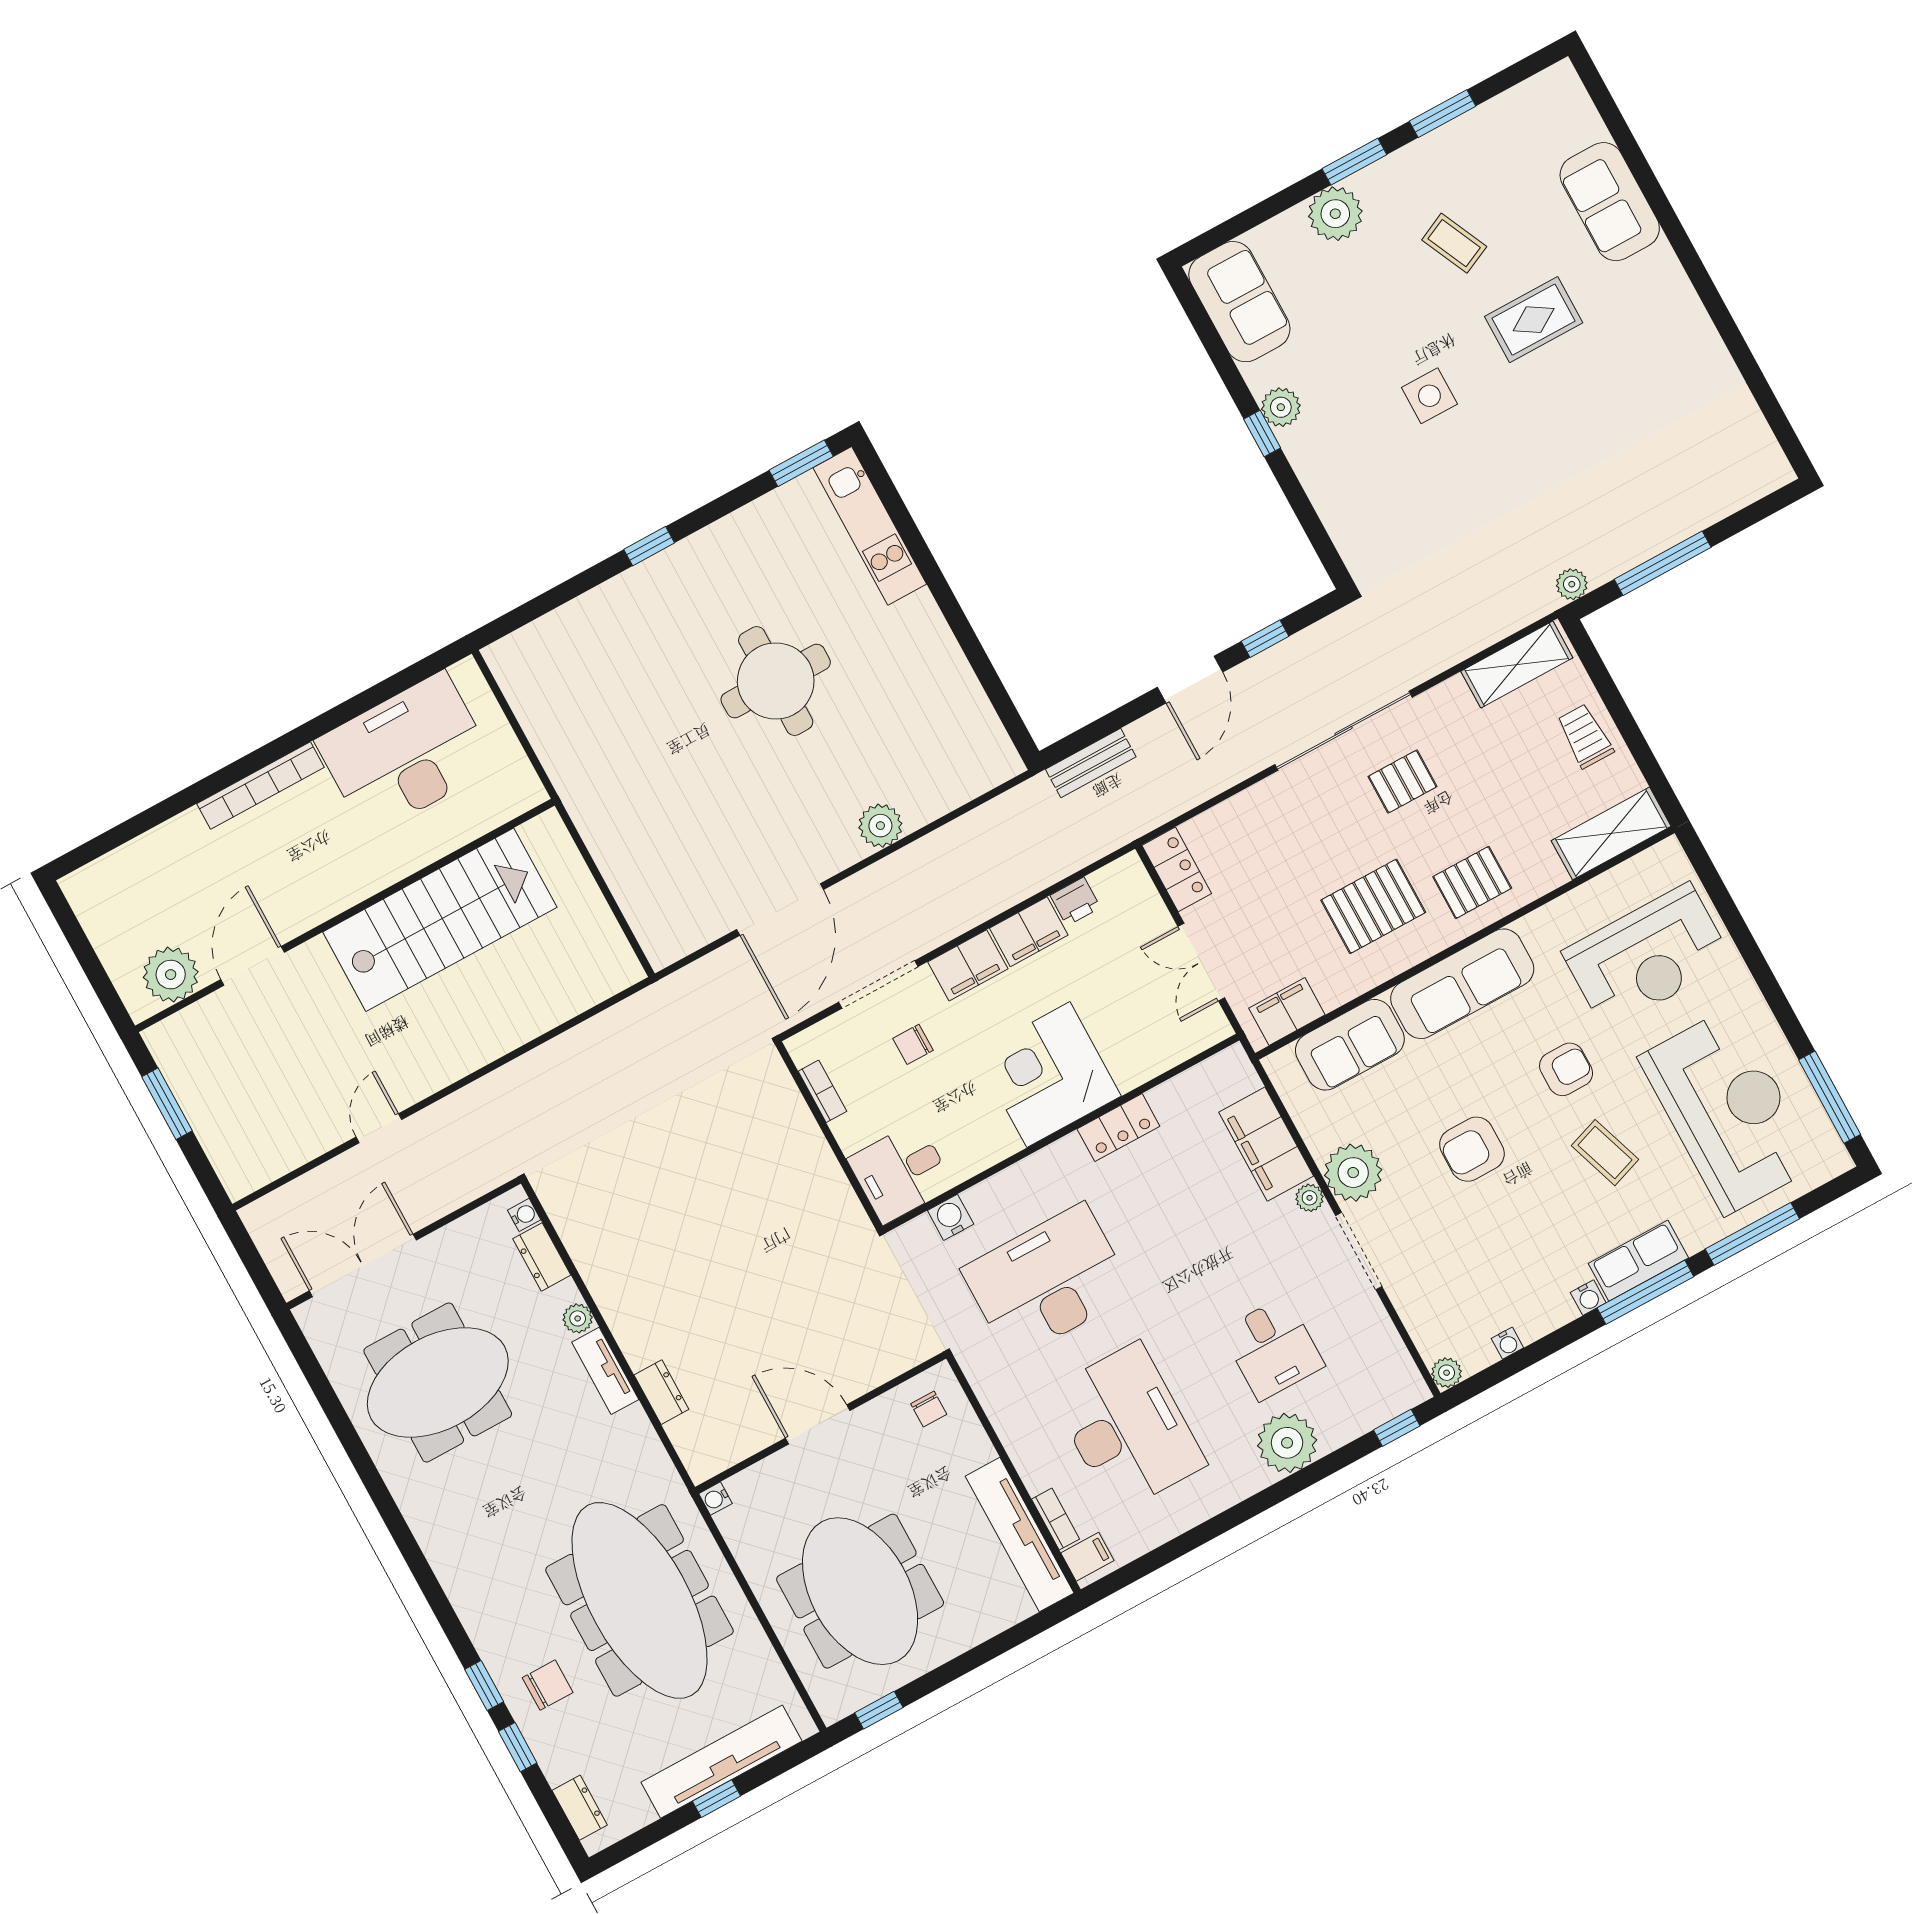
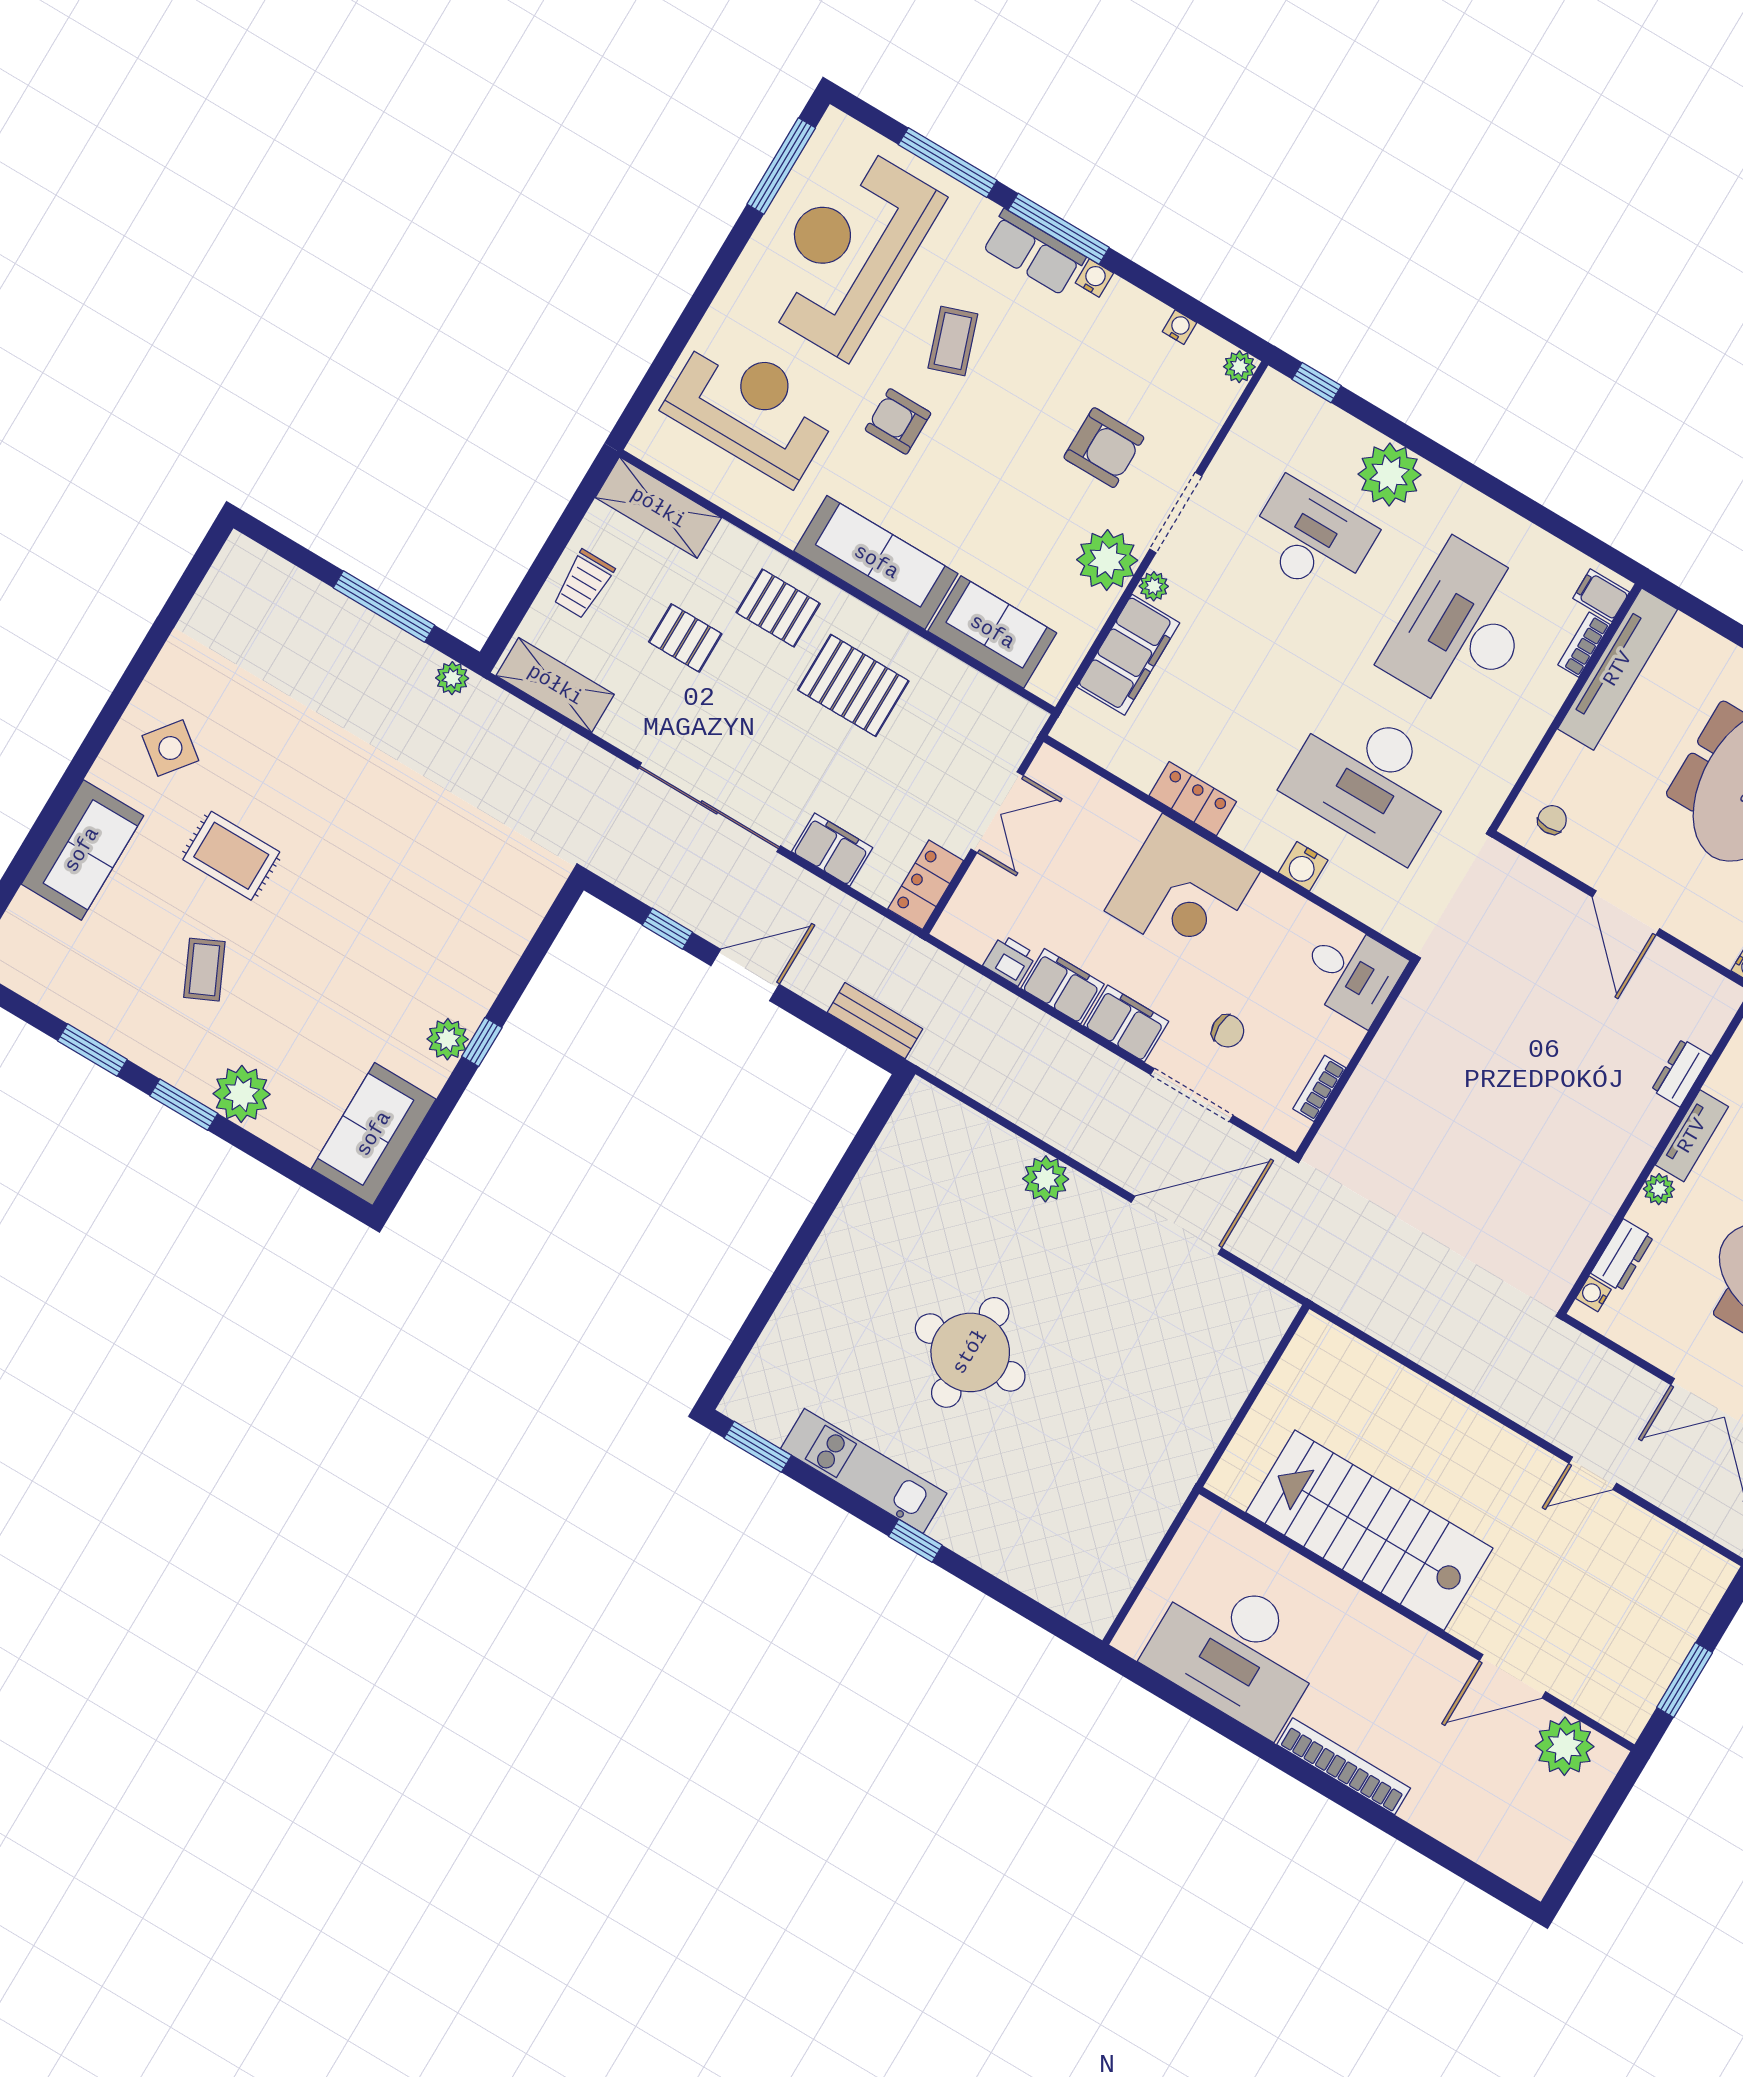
side table: (1429, 396) -> (170, 748), moved, turned 38
kitchen unit: (870, 526) -> (864, 1471), moved, turned -90
pallet: (1403, 782) -> (685, 638), moved
filing cabinet: (1287, 1011) -> (832, 850), moved, turned 180
armchair: (1472, 1149) -> (1104, 448), moved
water cooler: (951, 1217) -> (1303, 866), moved
desk: (1273, 1348) -> (1311, 539), width x1.37

